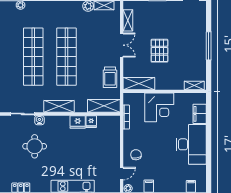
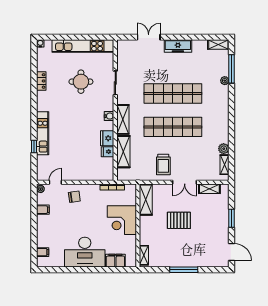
trolley: (110, 77) -> (163, 164), moved, turned -90
shelving: (104, 106) -> (123, 152), moved
water cooler: (39, 120) -> (109, 116), moved
round table: (35, 146) -> (81, 82), moved
door: (122, 174) -> (55, 182), swing flipped

